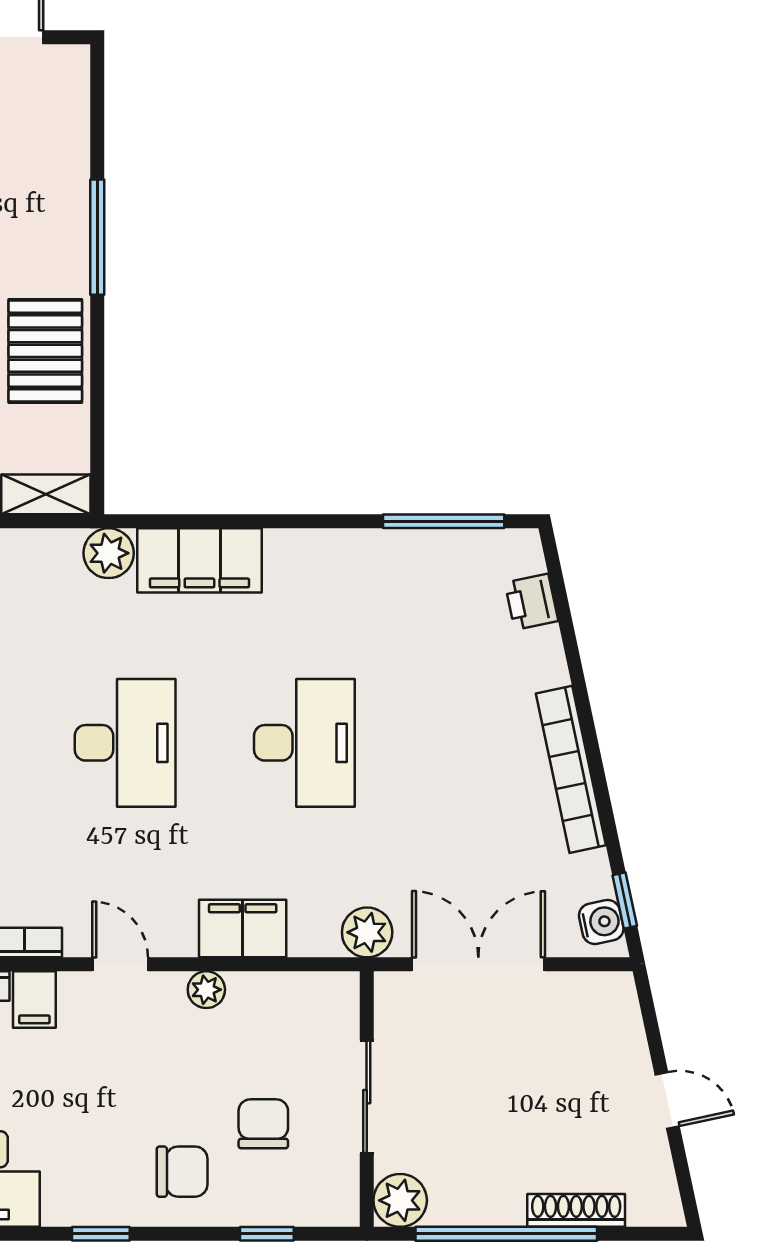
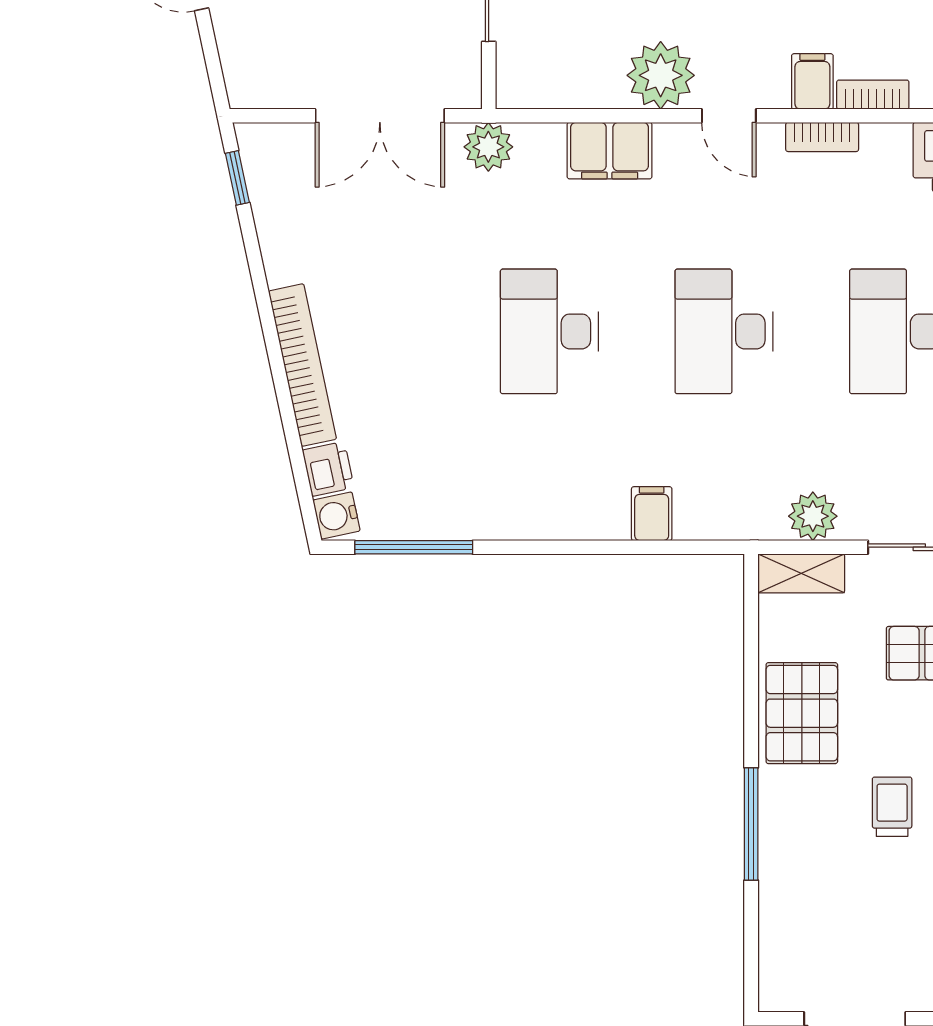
plant: (109, 553) -> (813, 516), moved
filing cabinet: (199, 560) -> (652, 514), width x0.33, depth x0.86
bookcase: (571, 769) -> (303, 365), moved
water cooler: (601, 922) -> (337, 516), moved
plant: (206, 990) -> (661, 75), width x1.87, depth x1.87

